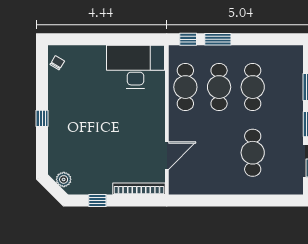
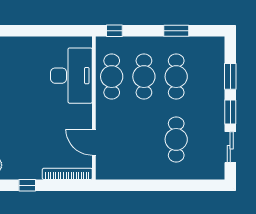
window: (218, 39) -> (176, 31), moved
desk: (135, 67) -> (71, 76), moved, turned 90
door: (167, 156) -> (94, 142), swing flipped

